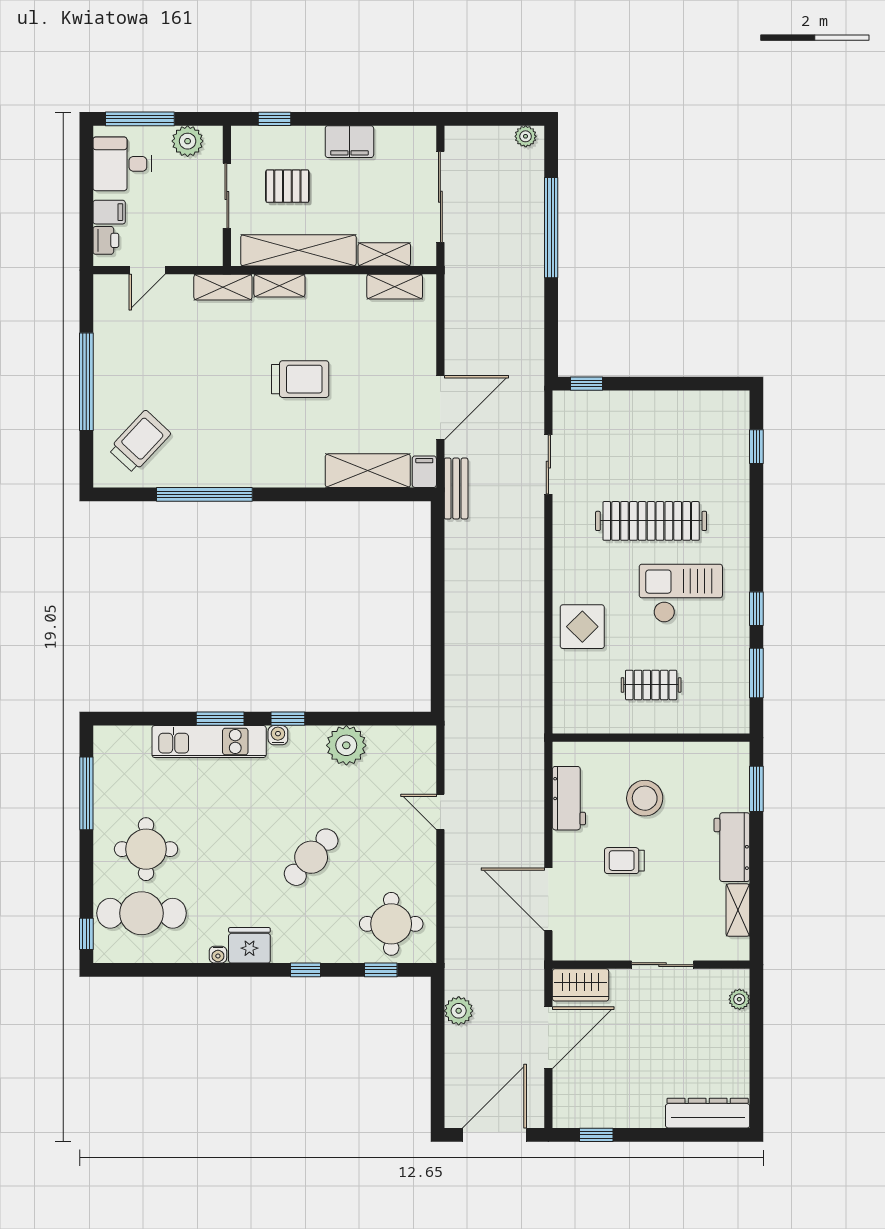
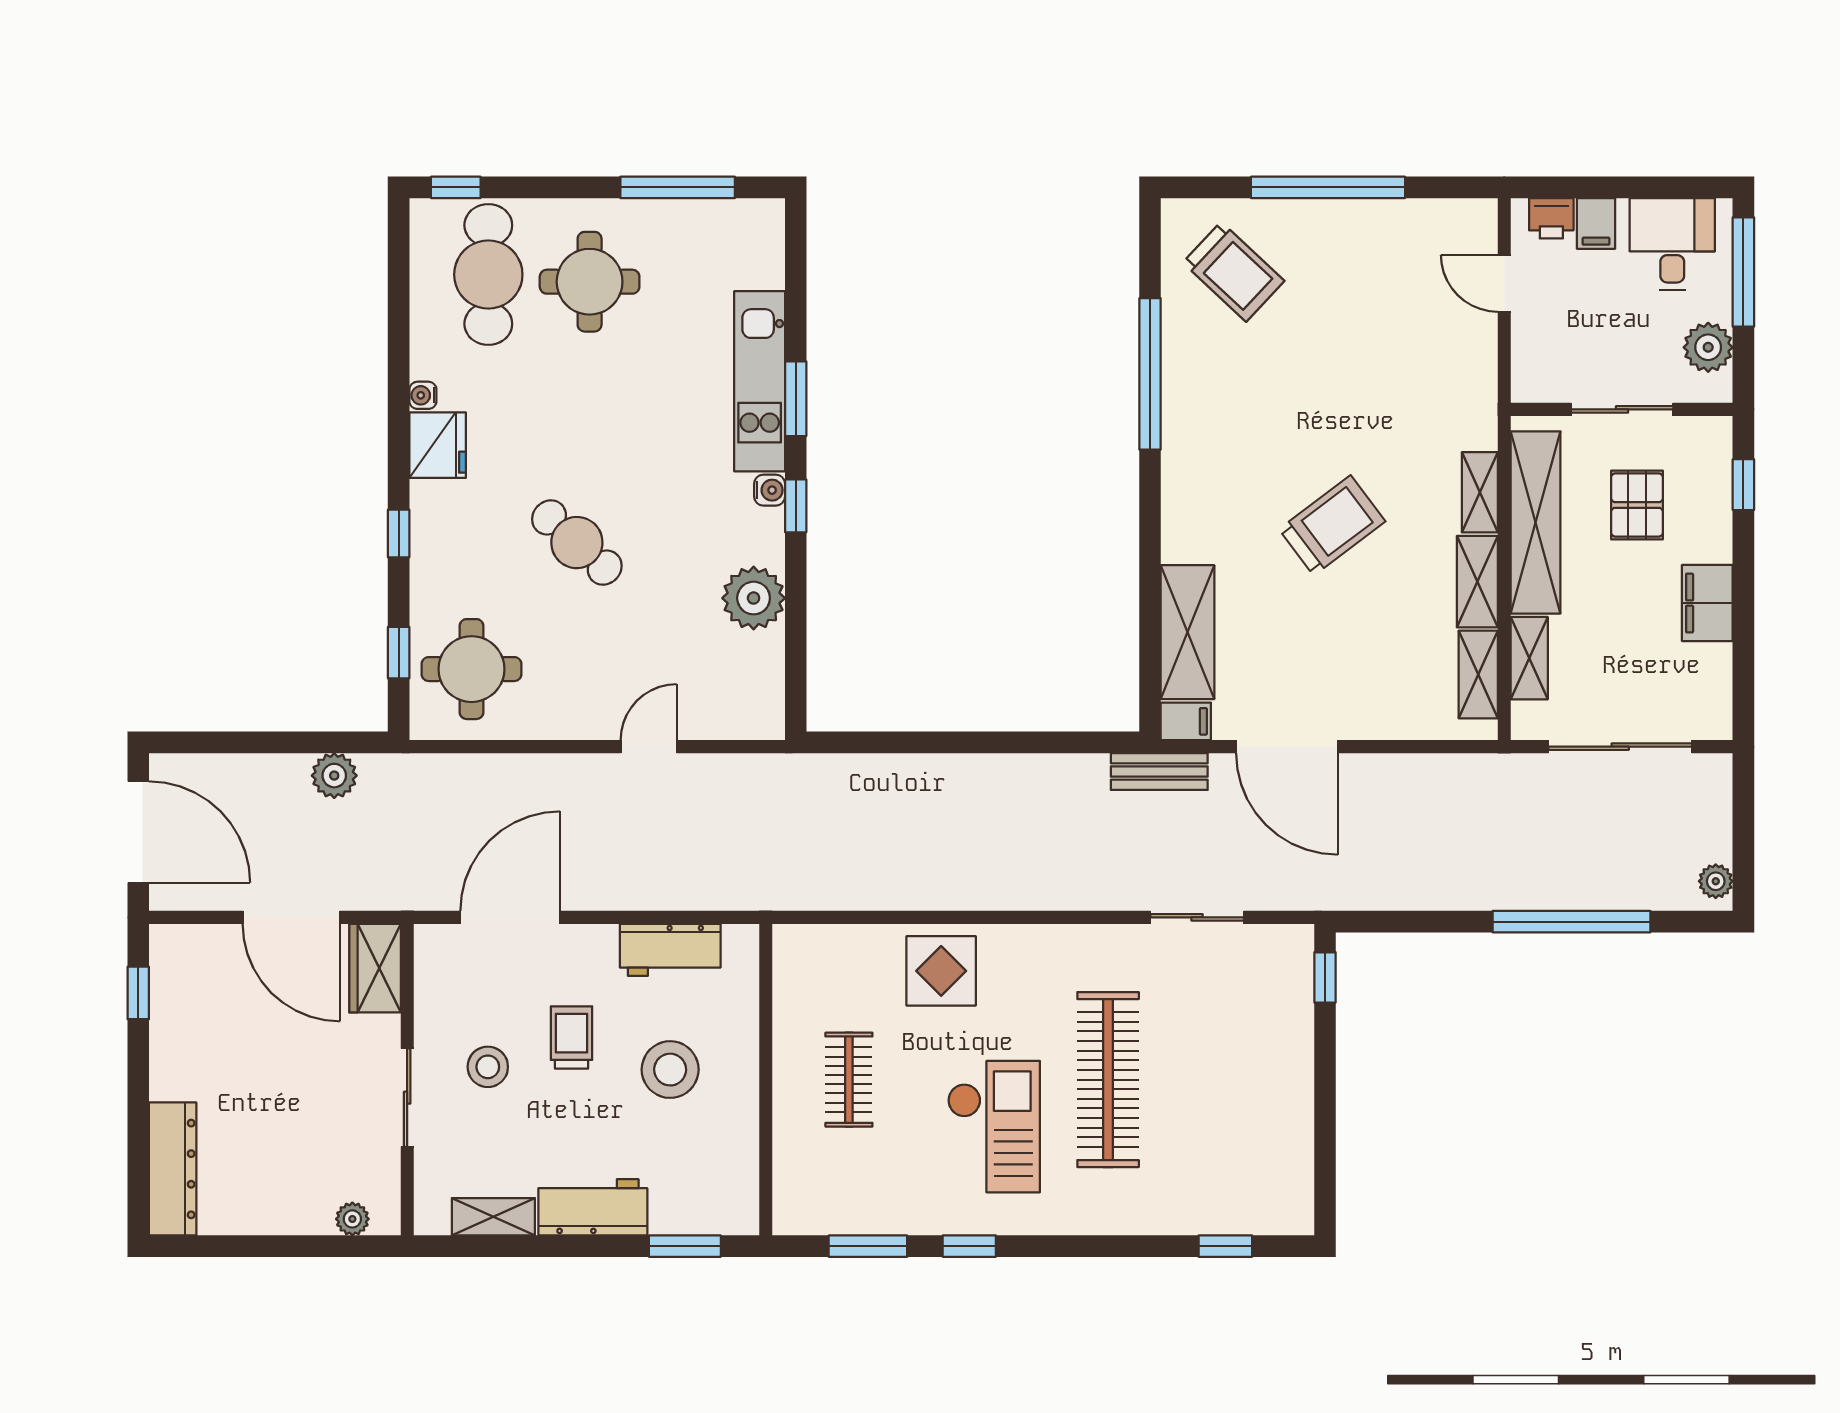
shelving: (223, 287) -> (1477, 582), moved
trolley: (300, 379) -> (1332, 525), turned -127
stool: (643, 914) -> (488, 1067), added

